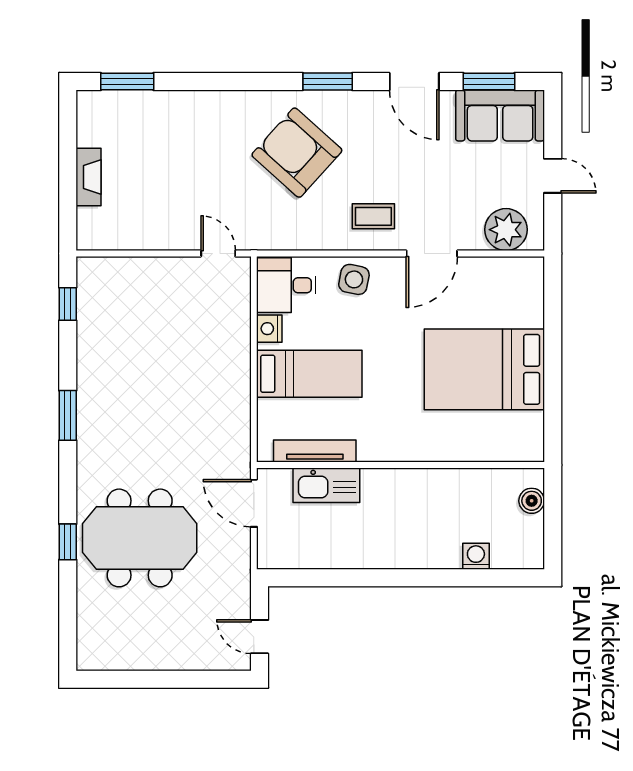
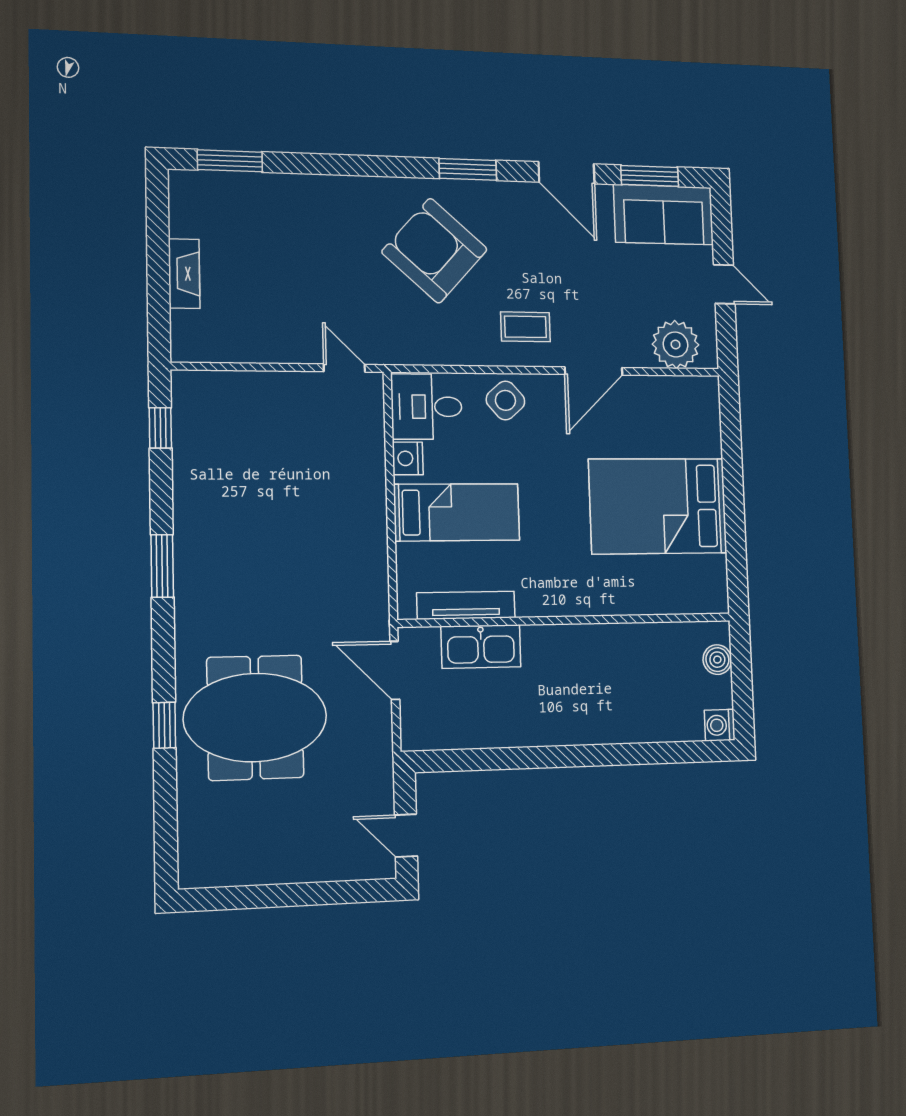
side table: (354, 279) -> (505, 400), turned 38
washing machine: (476, 556) -> (720, 725), moved, turned -90

